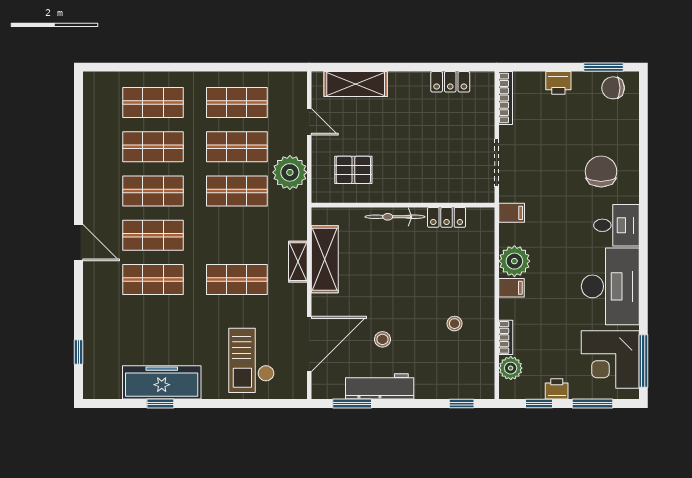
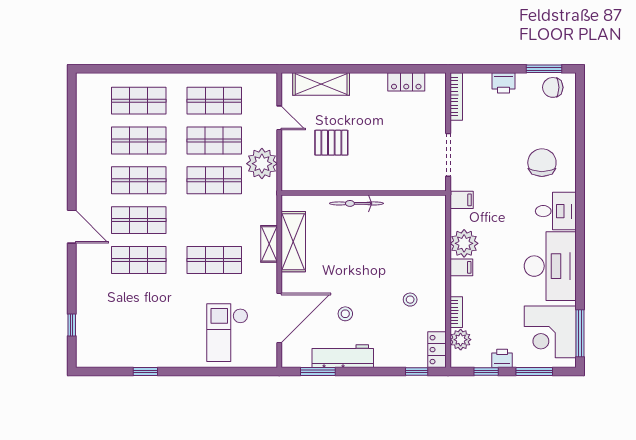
pallet: (353, 170) -> (331, 143), moved
locker: (447, 217) -> (437, 350), moved, turned 90
freezer: (162, 382) -> (147, 352), removed

